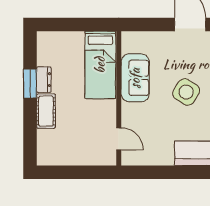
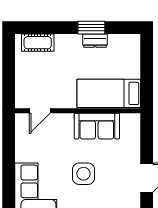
side table: (186, 92) -> (84, 174), turned -32
cot: (46, 111) -> (38, 43), moved

